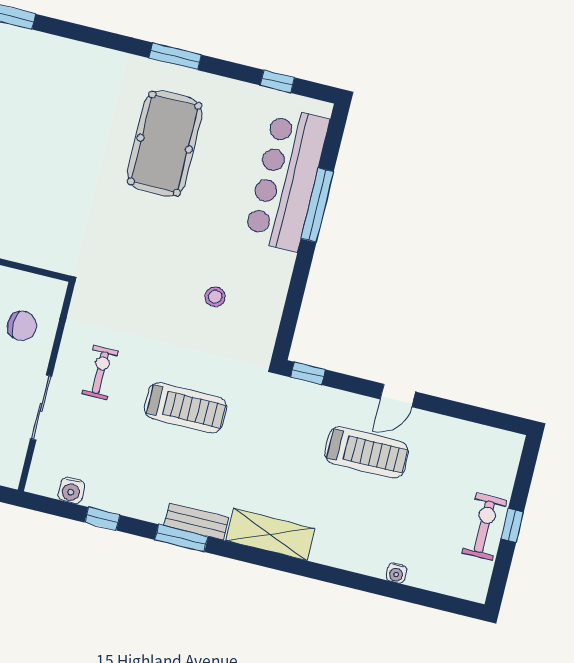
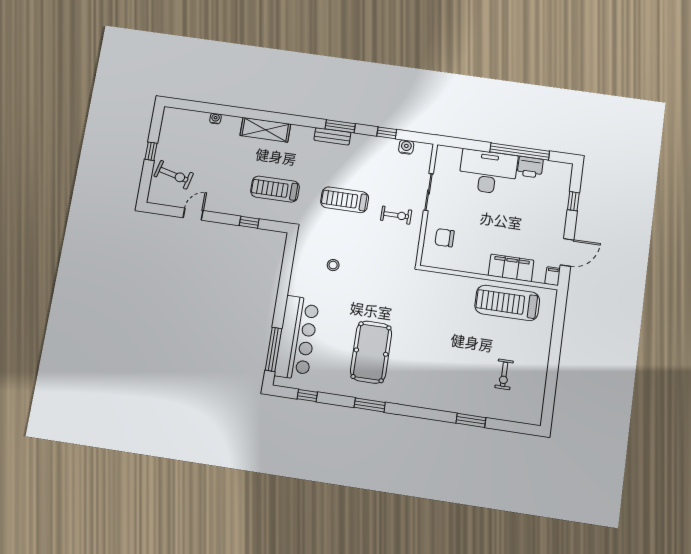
window: (317, 205) -> (273, 349), moved
exercise bike: (100, 373) -> (396, 215), turned -90
window: (308, 373) -> (249, 222), moved
door: (398, 395) -> (193, 214), moved
treadmill: (367, 452) -> (275, 189), moved
exercise bike: (484, 527) -> (174, 175), moved, turned -76
shelving: (270, 534) -> (265, 130), moved

